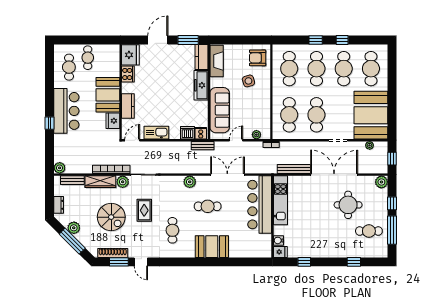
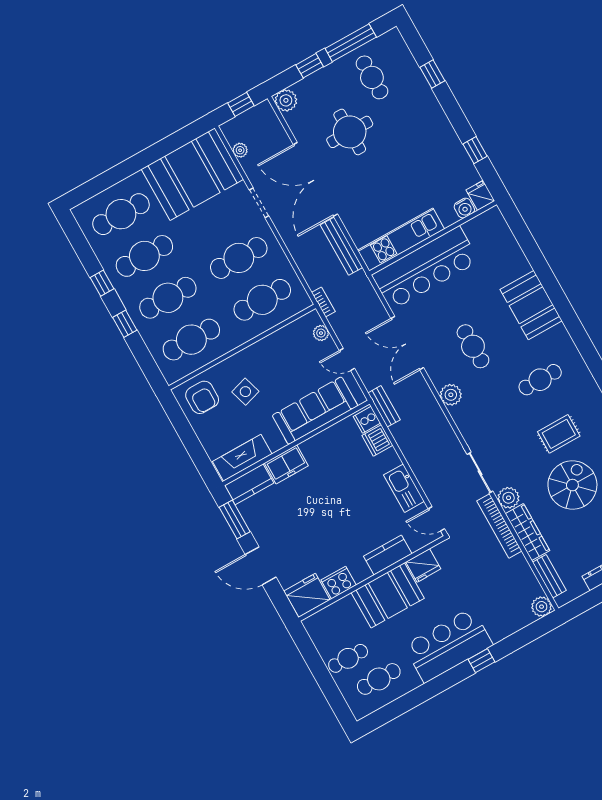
freezer: (201, 85) -> (286, 464), width x0.71
rug: (144, 210) -> (559, 434), moved

